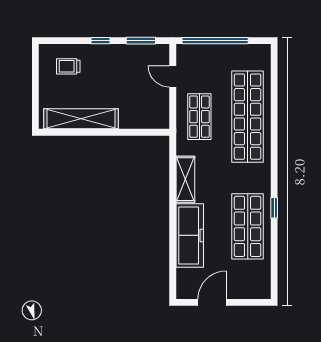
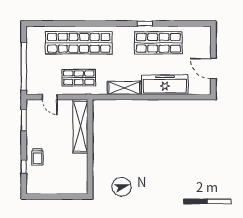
window: (100, 41) -> (24, 167), moved
trolley: (68, 66) -> (37, 157), moved
door: (173, 77) -> (50, 97), hinge flipped
shelving: (81, 119) -> (80, 126), moved

